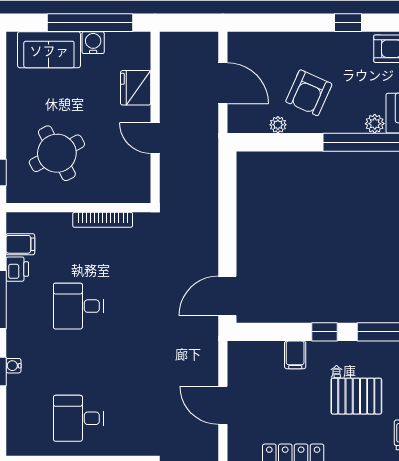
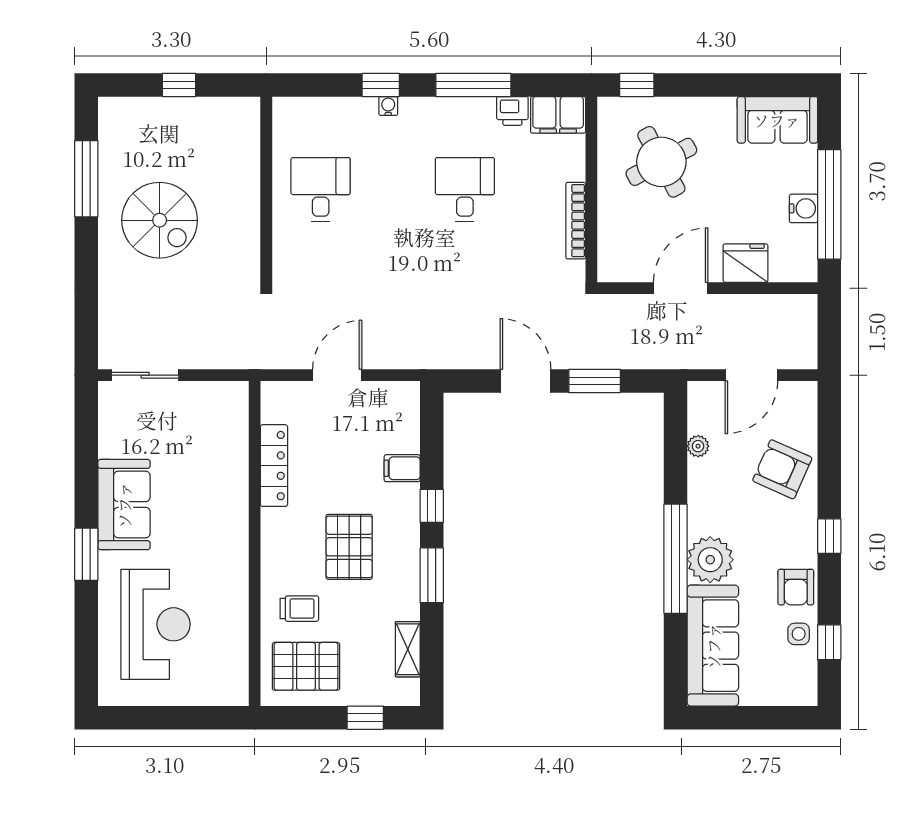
sofa: (49, 50) -> (777, 120), moved, turned -90
armchair: (309, 93) -> (782, 469), moved
plant: (375, 124) -> (710, 560), width x1.88, depth x1.88
door: (155, 138) -> (681, 288), width x1.37
window: (227, 205) -> (595, 381), added
filing cabinet: (20, 244) -> (558, 115), width x2.00
door: (227, 296) -> (525, 381), moved

